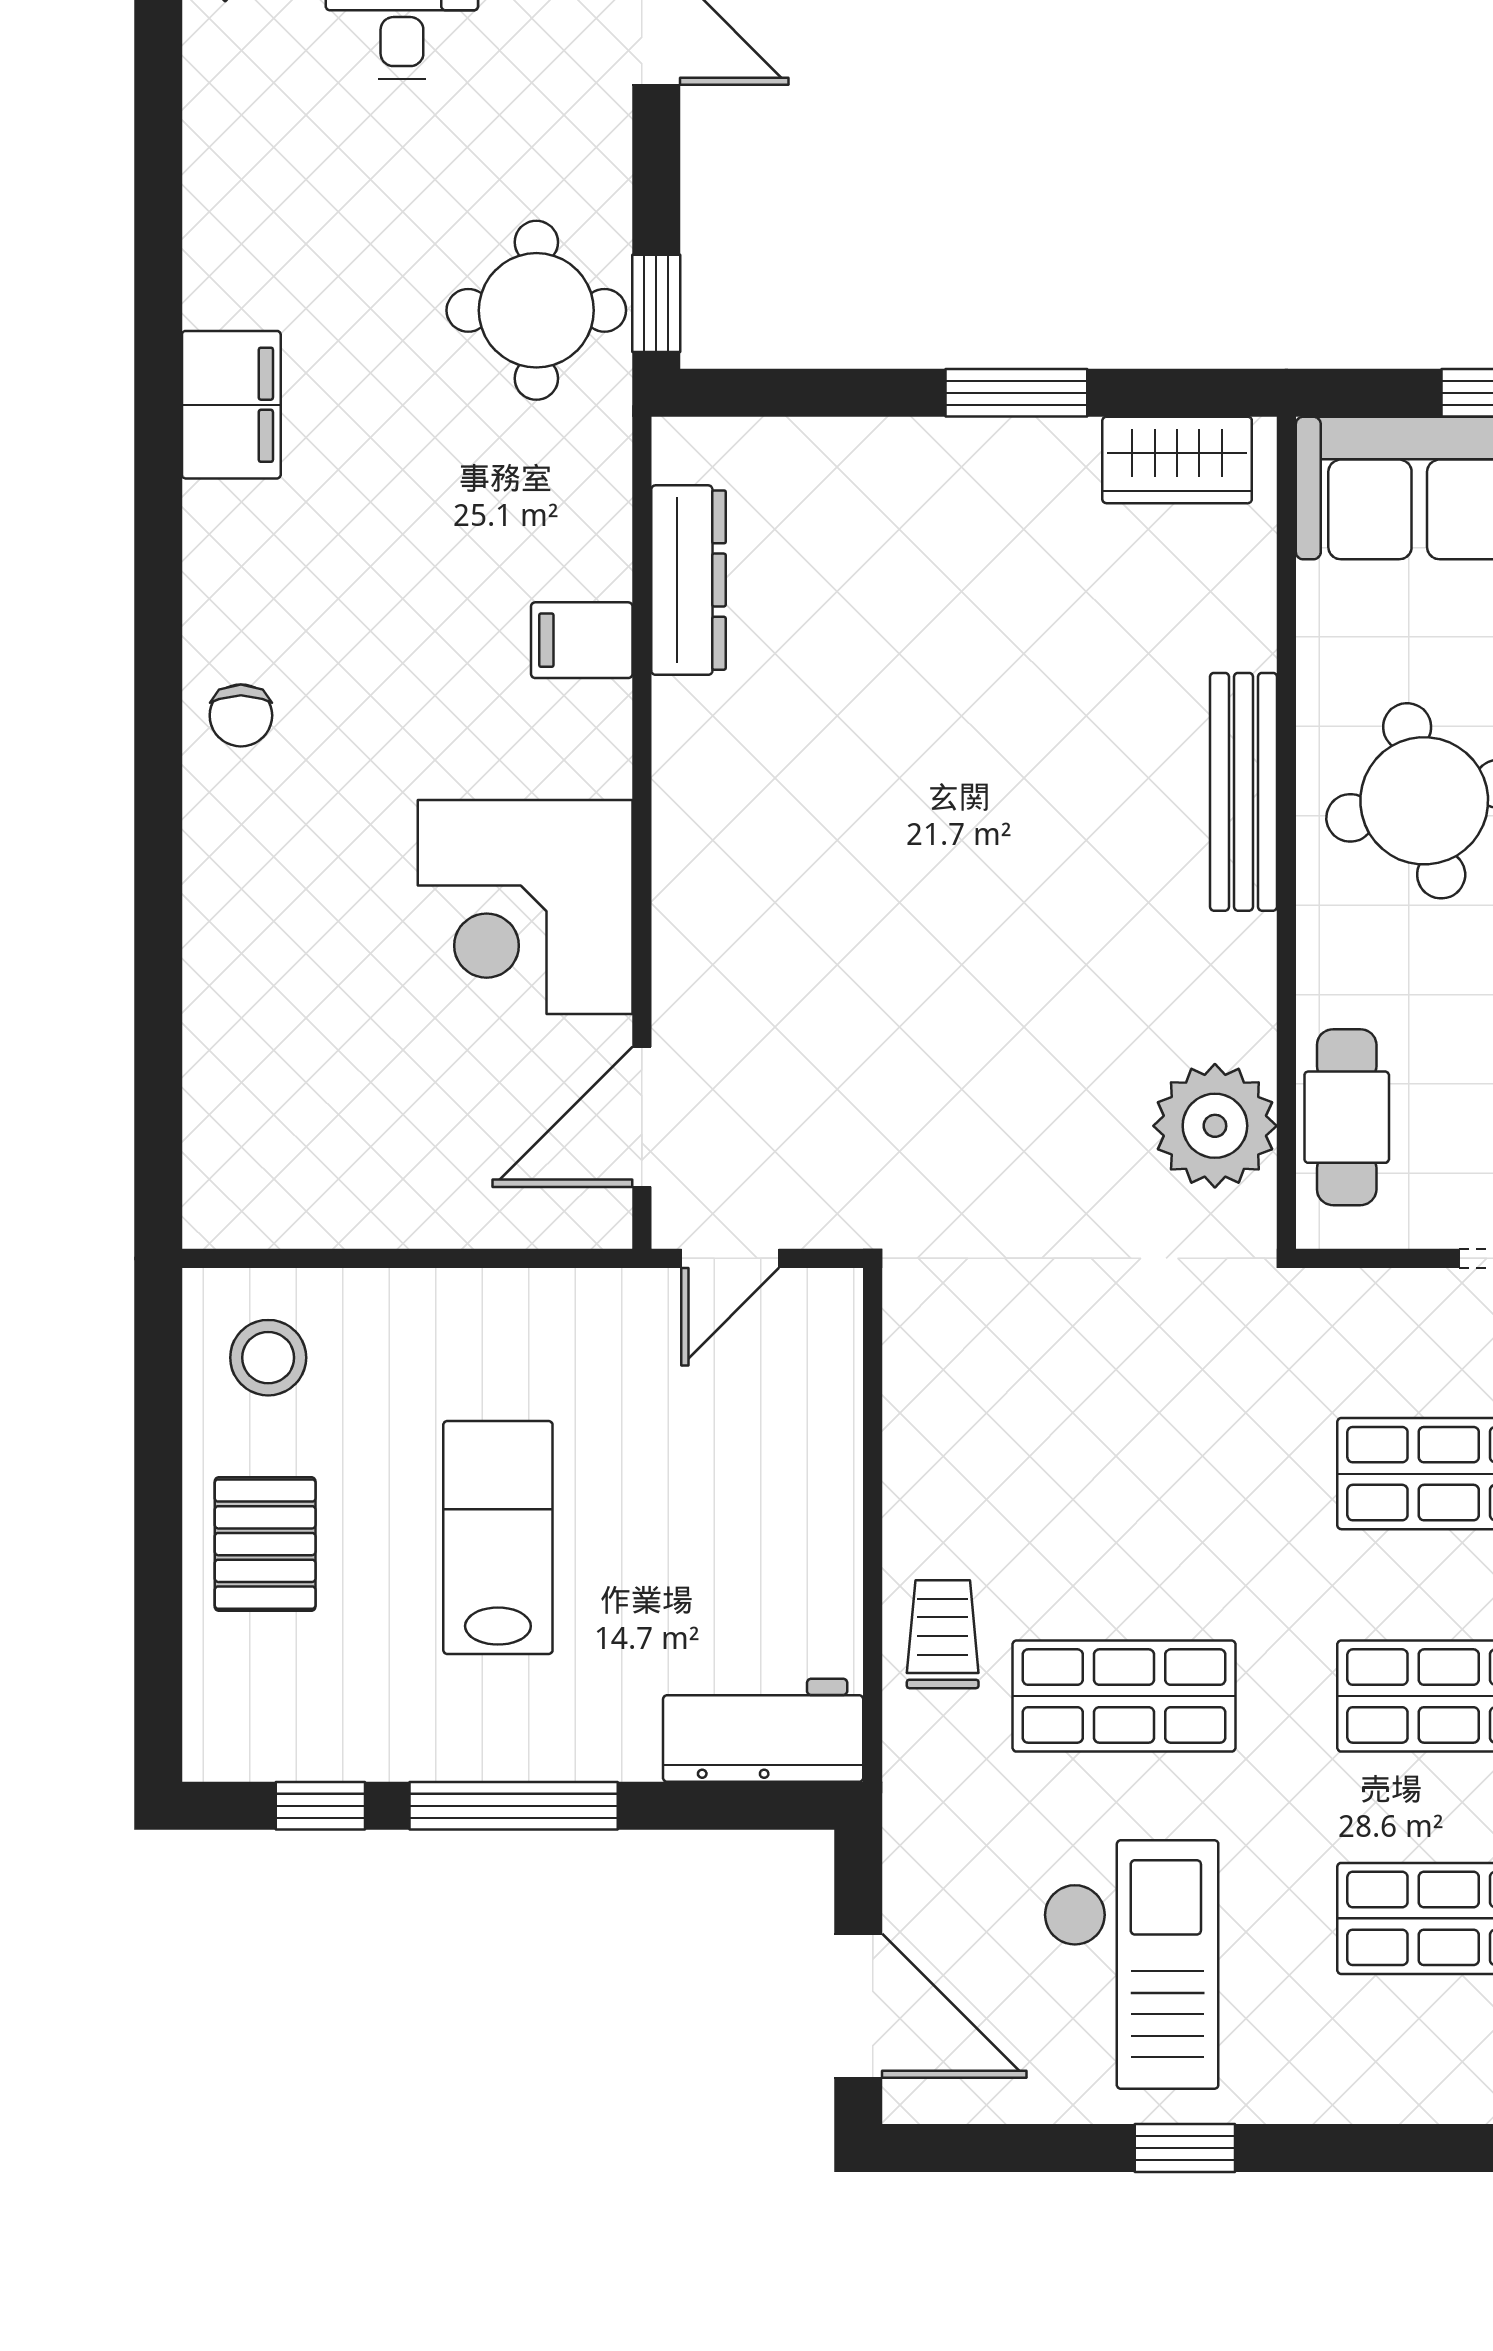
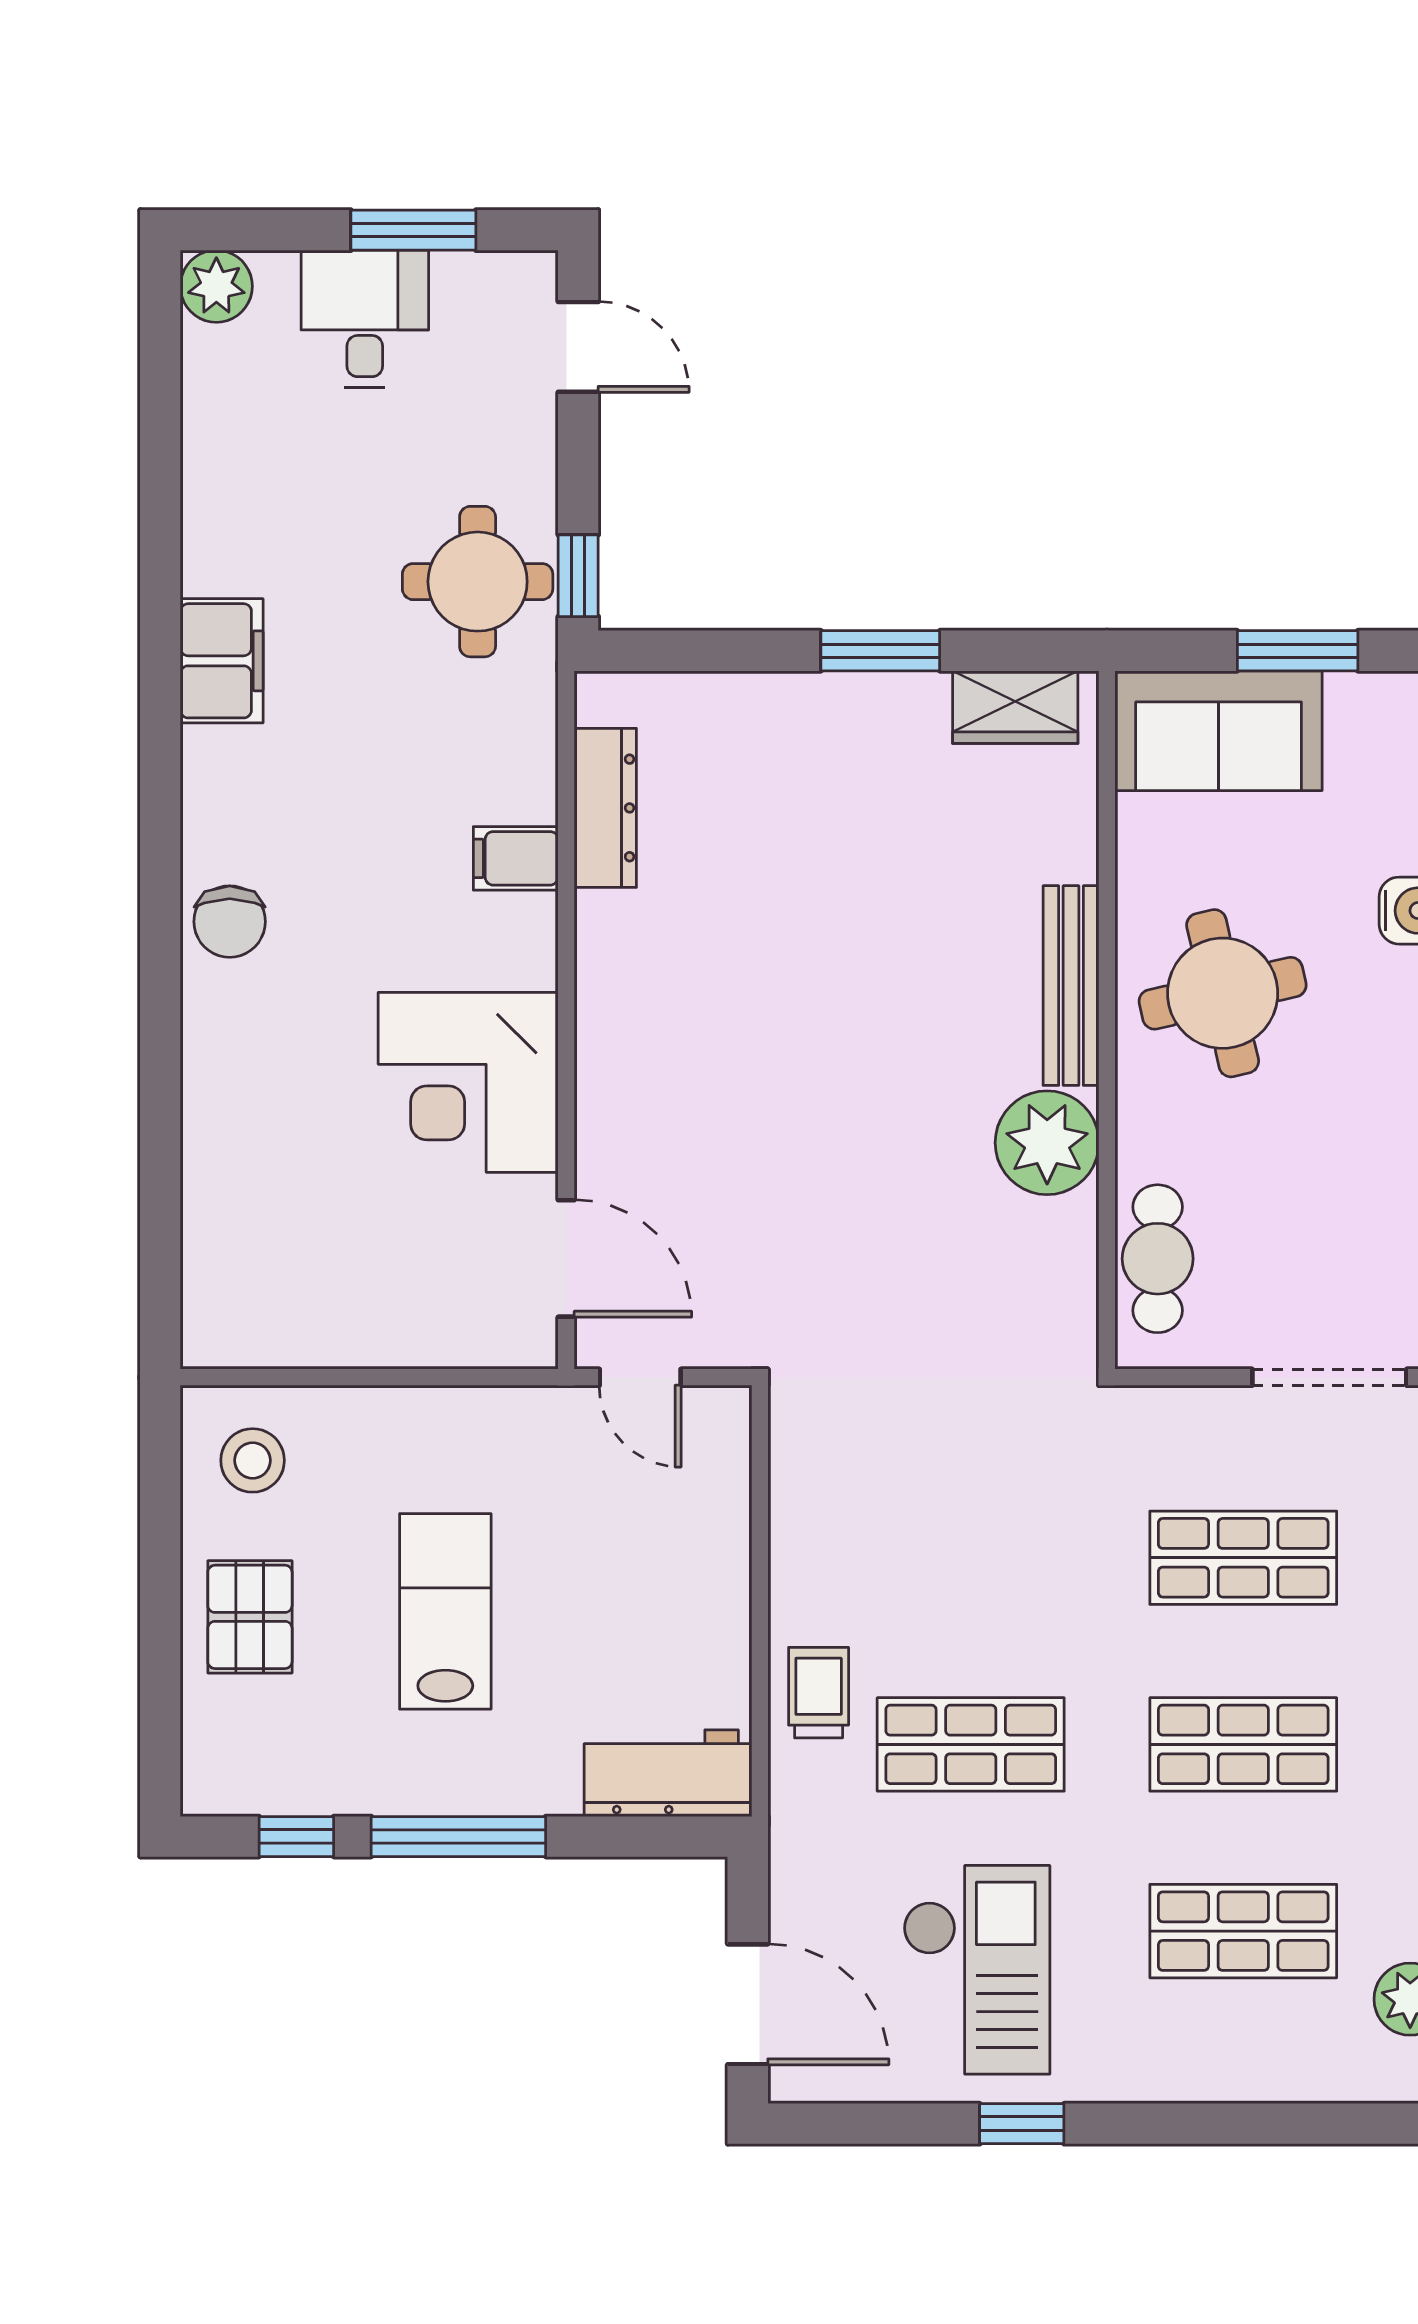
chair: (241, 715) -> (230, 922), width x1.37, depth x1.37
door: (642, 1117) -> (566, 1258), swing flipped
plant: (1215, 1126) -> (1047, 1143), moved
door: (730, 1258) -> (640, 1377), hinge flipped

